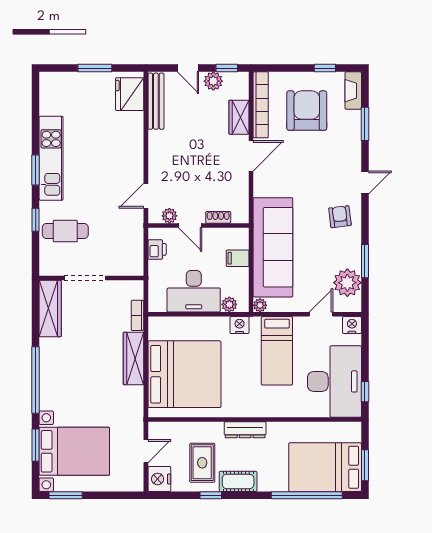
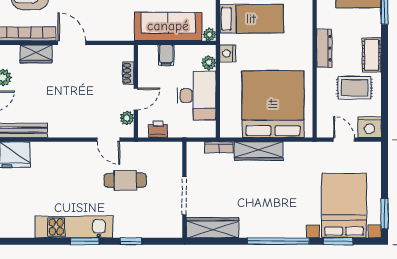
cafe table: (65, 231) -> (125, 180), moved, turned 90
sofa: (273, 247) -> (168, 26), width x0.74, depth x0.79
window: (211, 495) -> (384, 80), removed

